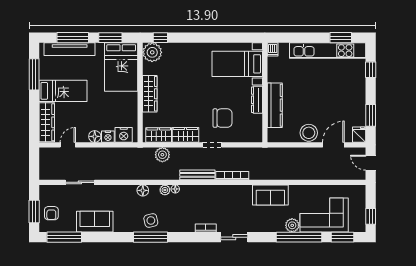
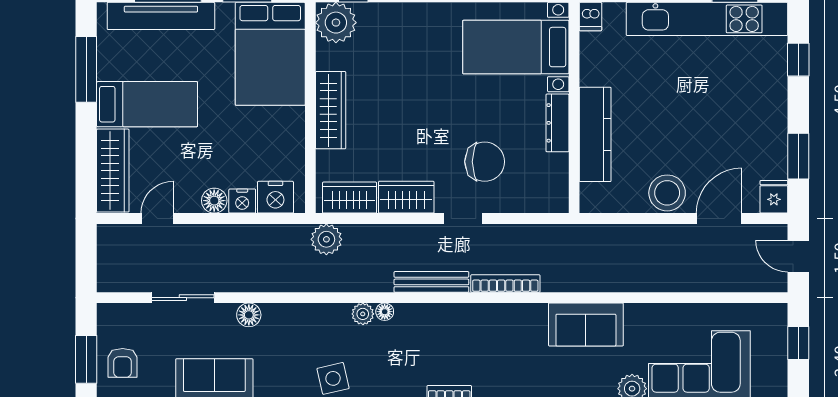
plant: (162, 155) -> (326, 239), moved
floor lamp: (143, 190) -> (249, 315), moved
window: (371, 216) -> (798, 343), moved

